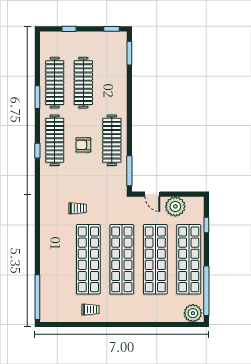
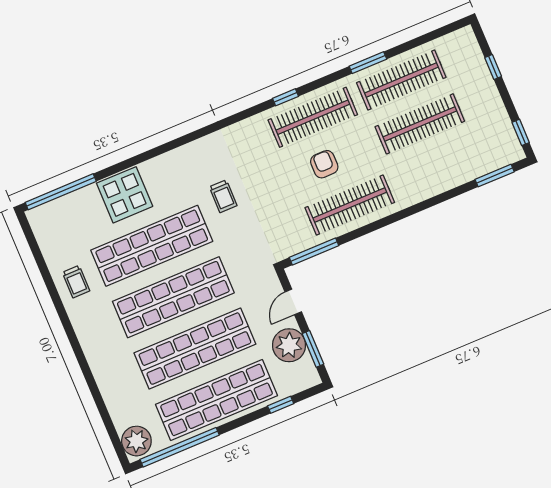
window: (183, 194) -> (313, 349), added
display table: (54, 262) -> (125, 195), added

